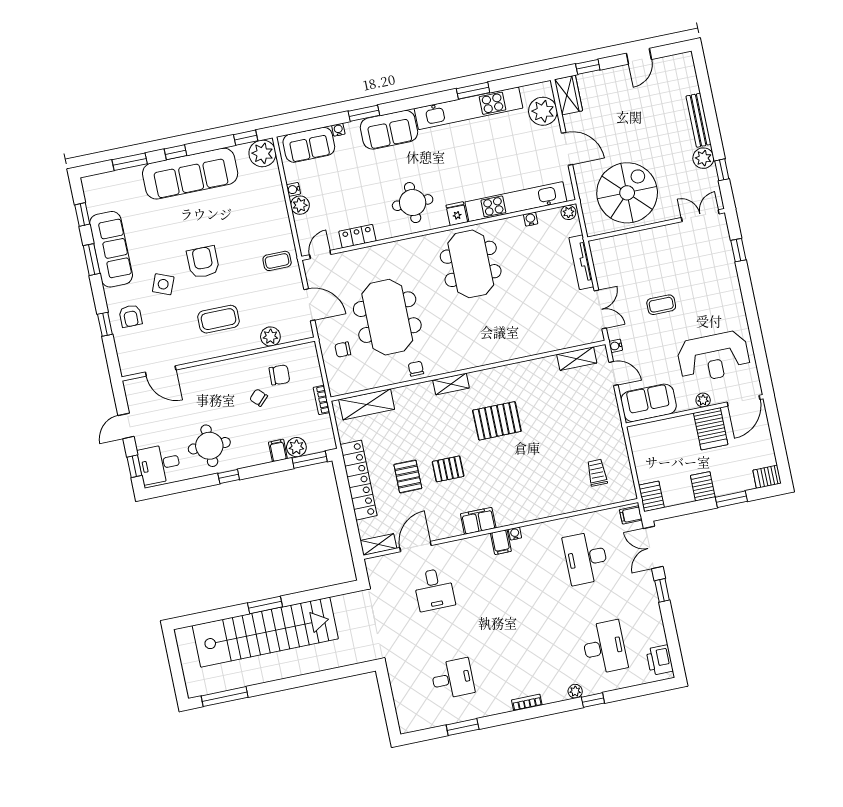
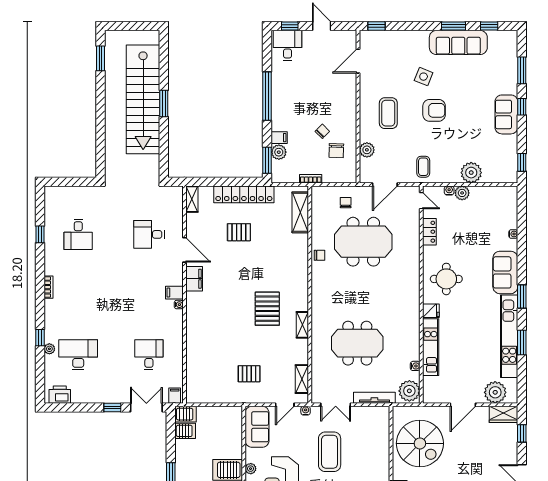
window: (364, 113) -> (522, 297), moved
sofa: (309, 145) -> (507, 209), removed
plant: (262, 153) -> (471, 173), moved
sofa: (190, 174) -> (506, 114), width x0.54, depth x0.79
water cooler: (293, 189) -> (449, 190), moved
kitchen unit: (516, 202) -> (431, 347), width x0.73
plant: (568, 212) -> (409, 391), width x1.88, depth x1.88
meeting table: (471, 264) -> (357, 343), moved
coffee table: (661, 305) -> (330, 452), width x1.86, depth x1.72
armchair: (131, 316) -> (404, 47), removed
window: (105, 324) -> (376, 26), moved
shelving: (451, 384) -> (302, 325), moved
round table: (209, 446) -> (294, 86), removed
pallet: (448, 469) -> (249, 374), moved, turned 90
trolley: (597, 473) -> (212, 377), removed
window: (229, 476) -> (267, 96), width x3.17
server rack: (703, 486) -> (185, 431), moved
door: (416, 547) -> (184, 250), moved
desk: (586, 558) -> (149, 355), width x0.73
desk: (604, 647) -> (78, 355), turned 180
plant: (575, 691) -> (49, 349), moved
window: (225, 697) -> (100, 58), width x0.69
window: (463, 727) -> (40, 234), width x0.67

